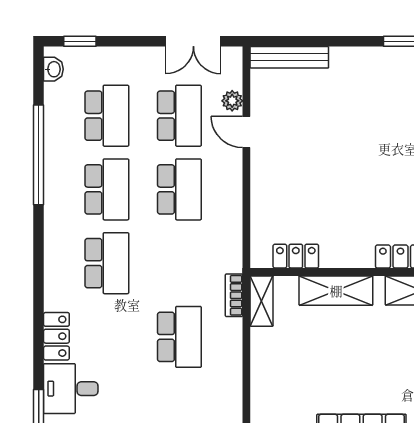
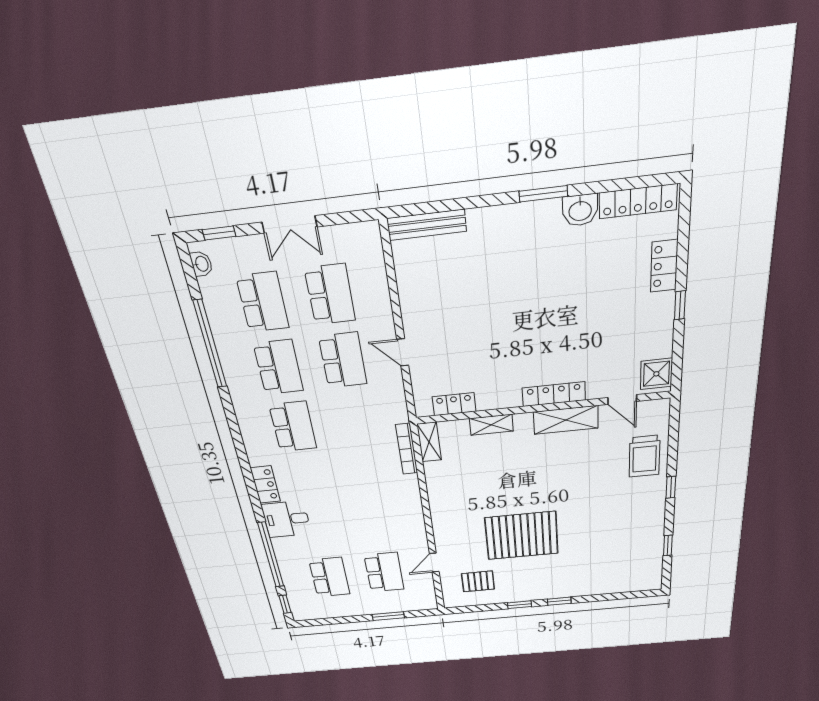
double door: (193, 41) -> (289, 224), moved
plant: (232, 101) -> (377, 275), removed
door: (246, 132) -> (403, 352), moved
shelving: (336, 291) -> (491, 425), width x0.67, depth x0.75
bookcase: (234, 295) -> (407, 449), width x1.56
school desk: (179, 337) -> (365, 475), removed

